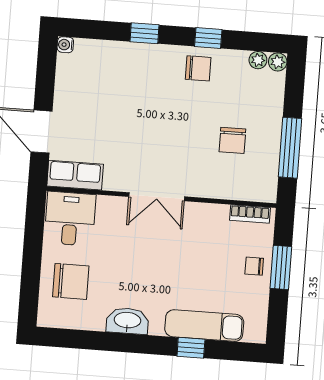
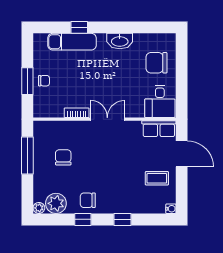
plant: (258, 60) -> (56, 203), width x1.88, depth x1.88
coffee table: (84, 95) -> (157, 178), added
bookcase: (250, 214) -> (77, 113), moved

